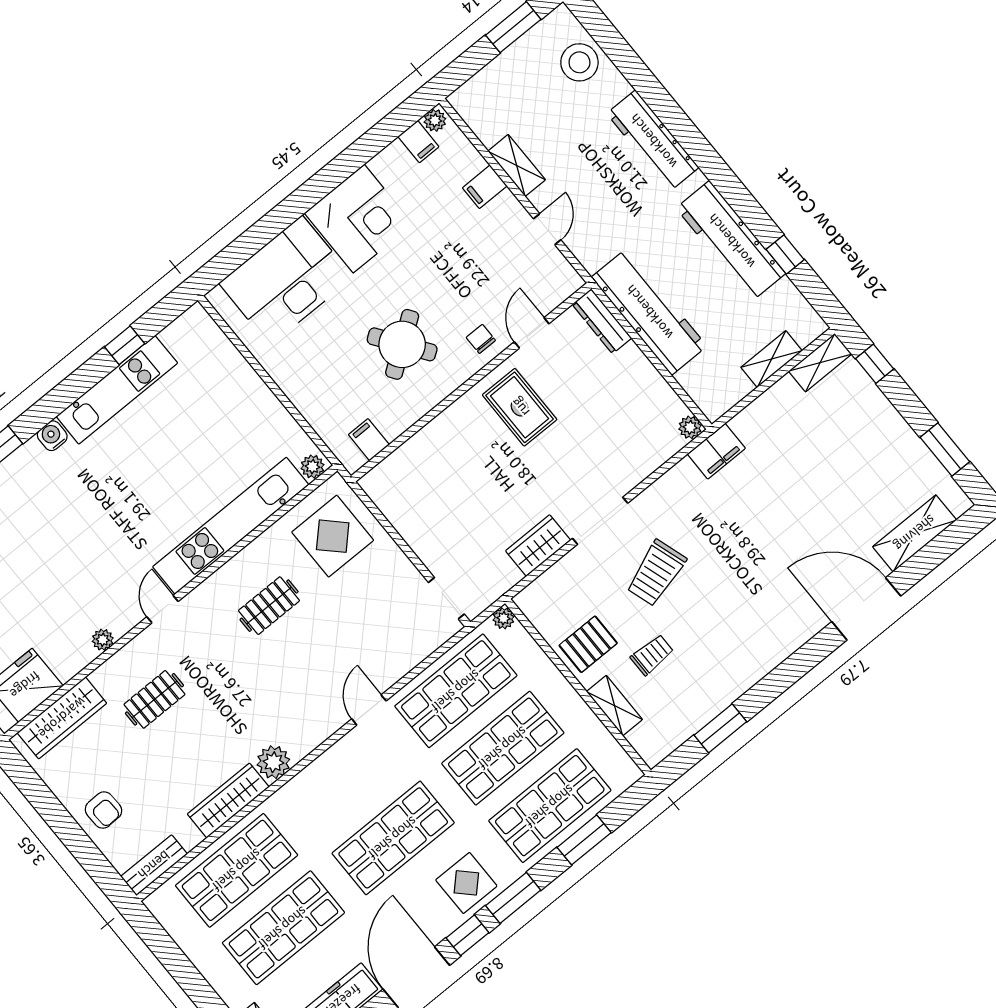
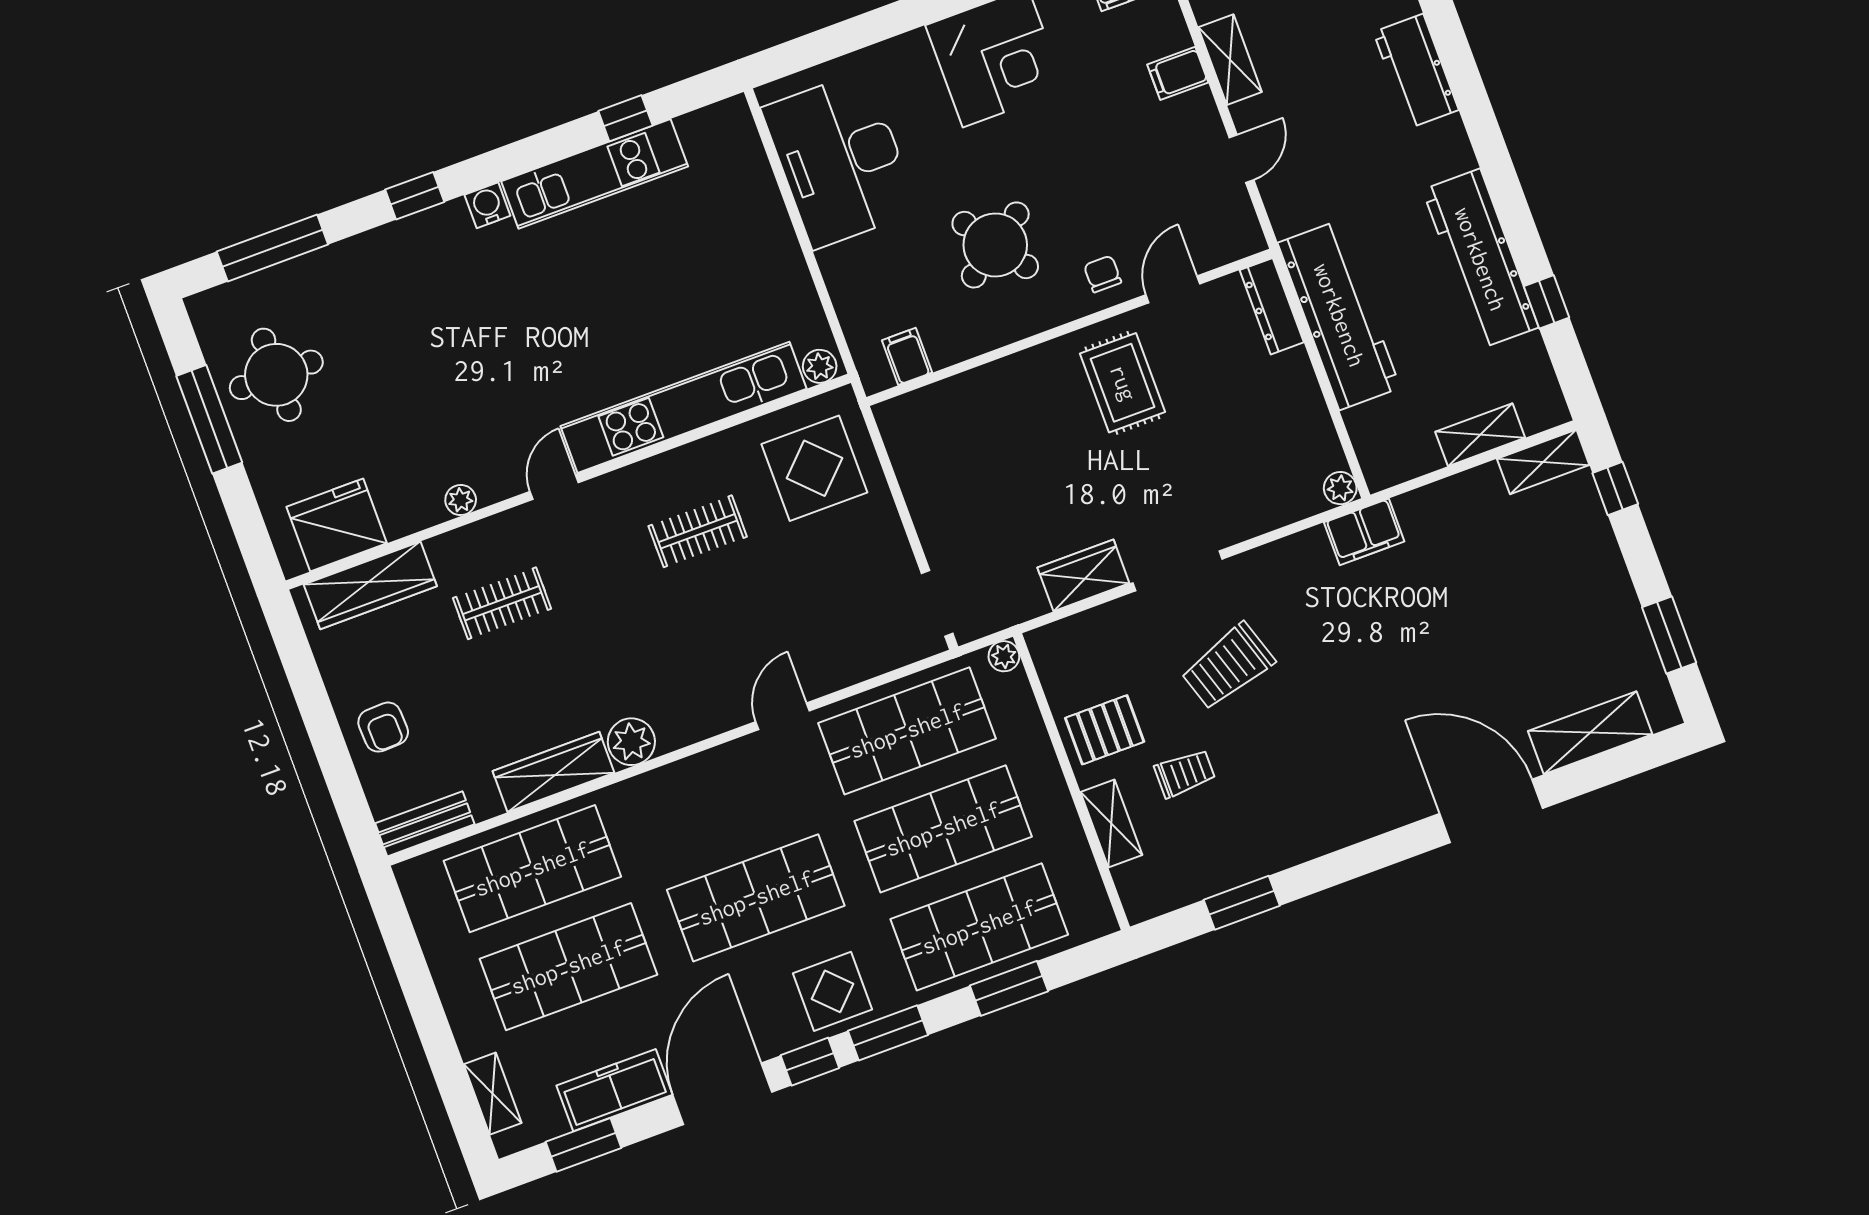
workbench: (653, 141) -> (1416, 71), width x0.73
desk: (286, 280) -> (840, 160), moved, turned -90

